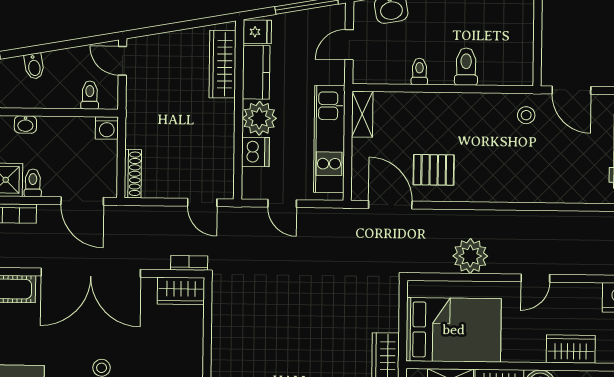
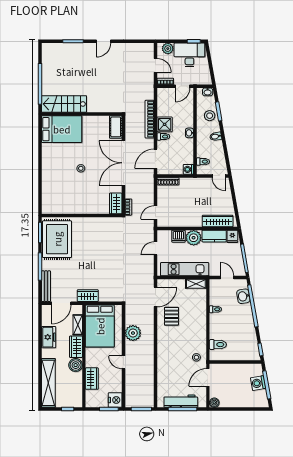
door: (122, 61) -> (219, 176), swing flipped
toilet: (466, 67) -> (218, 345), moved

